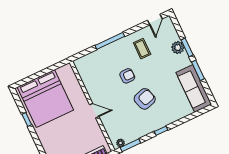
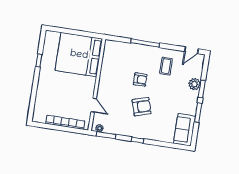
sofa: (194, 88) -> (184, 130), width x0.73
bed: (45, 99) -> (79, 55), moved, turned 90
door: (94, 111) -> (94, 105), moved

